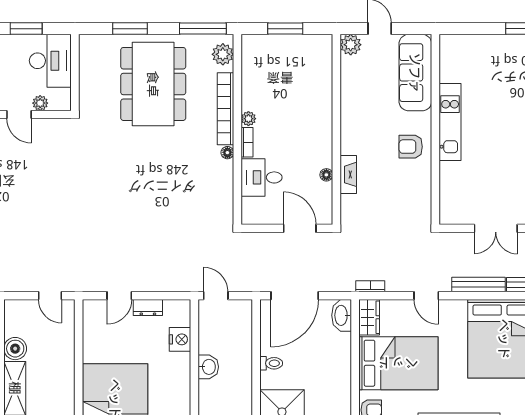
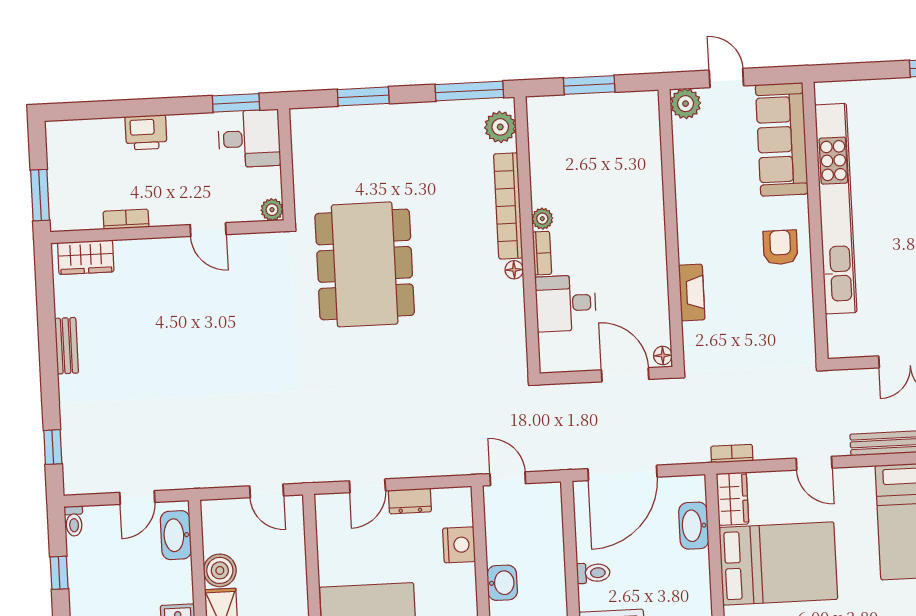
window: (26, 29) -> (236, 103), moved
desk: (50, 61) -> (249, 139), width x0.73
dining table: (153, 84) -> (365, 264), moved
plant: (40, 103) -> (272, 210), moved
kitchen unit: (450, 122) -> (836, 209), width x1.86
armchair: (411, 147) -> (780, 247), turned 90
floor lamp: (326, 175) -> (663, 356), moved
washbasin: (342, 315) -> (694, 526), moved

